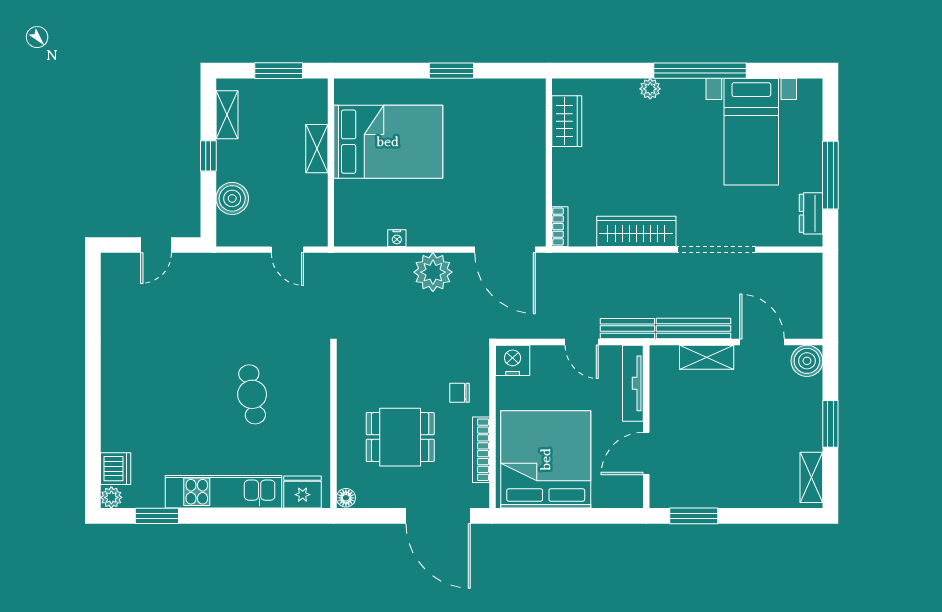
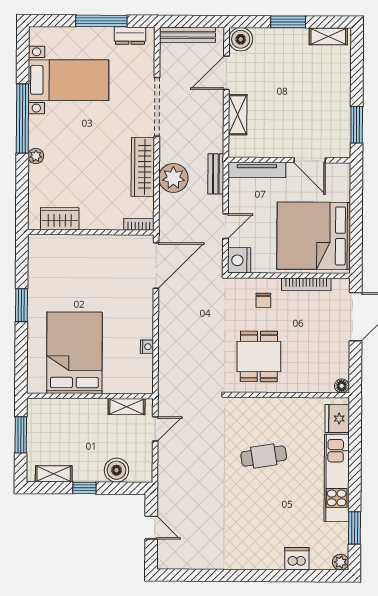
shelving: (317, 149) -> (127, 407), moved
plant: (433, 272) -> (173, 178), moved
bench: (694, 329) -> (187, 35), moved, turned 90
door: (582, 342) -> (226, 226), moved
dining table: (400, 437) -> (259, 356), moved
dishwasher: (116, 469) -> (297, 559), moved

